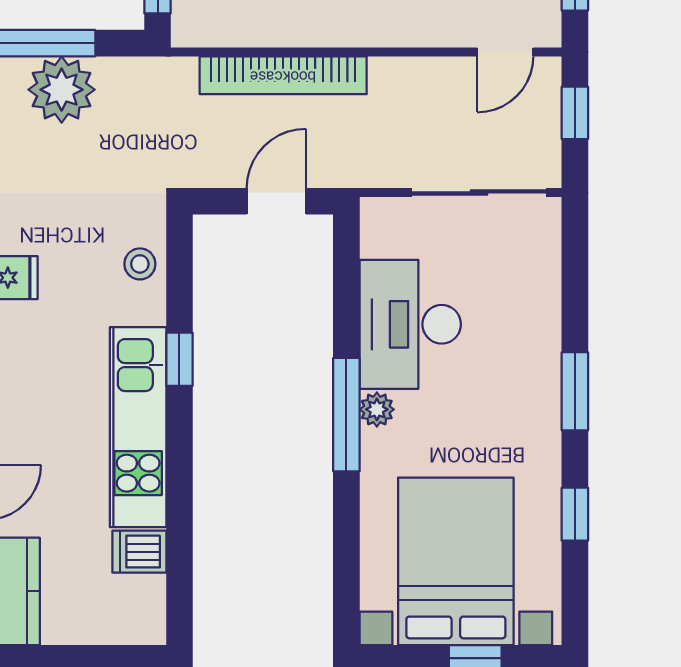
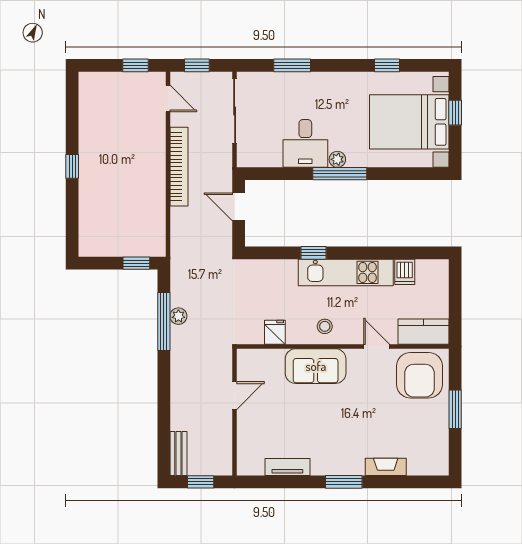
bookcase: (283, 75) -> (179, 167), moved
plant: (62, 90) -> (178, 316), width x0.53, depth x0.53
stool: (140, 264) -> (325, 326), moved
desk: (410, 324) -> (305, 143), width x0.73
window: (575, 391) -> (292, 65), moved

